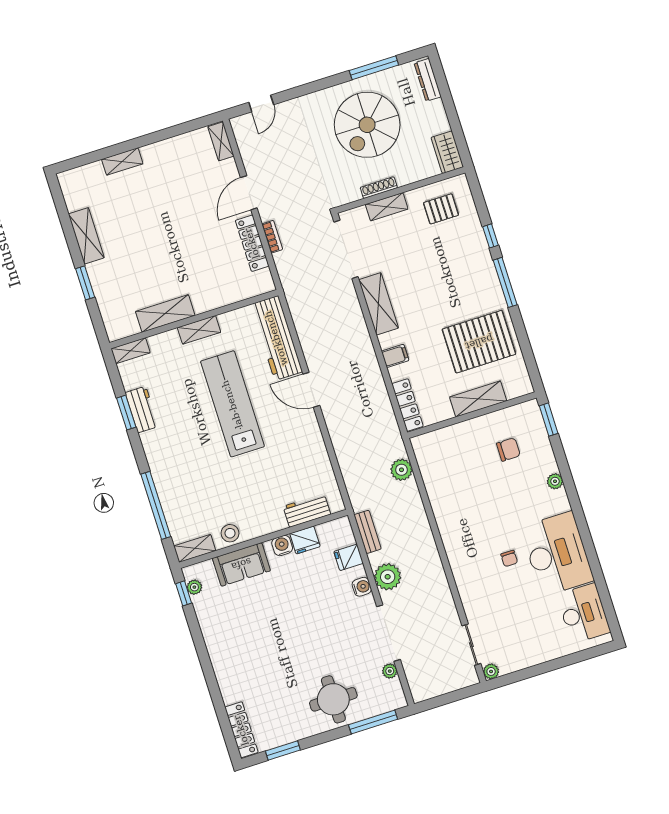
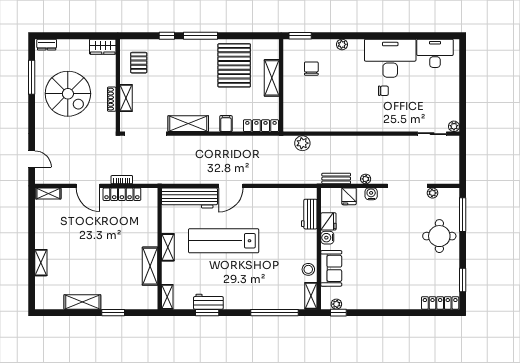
dresser: (428, 80) -> (47, 45), width x0.70
plant: (388, 577) -> (366, 179), width x0.53, depth x0.53

